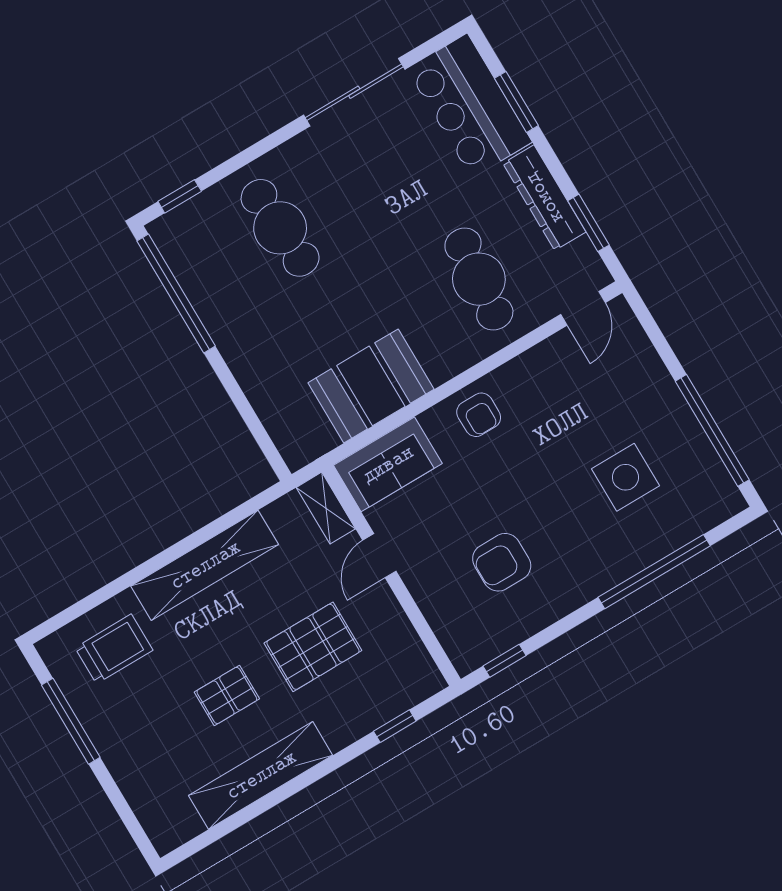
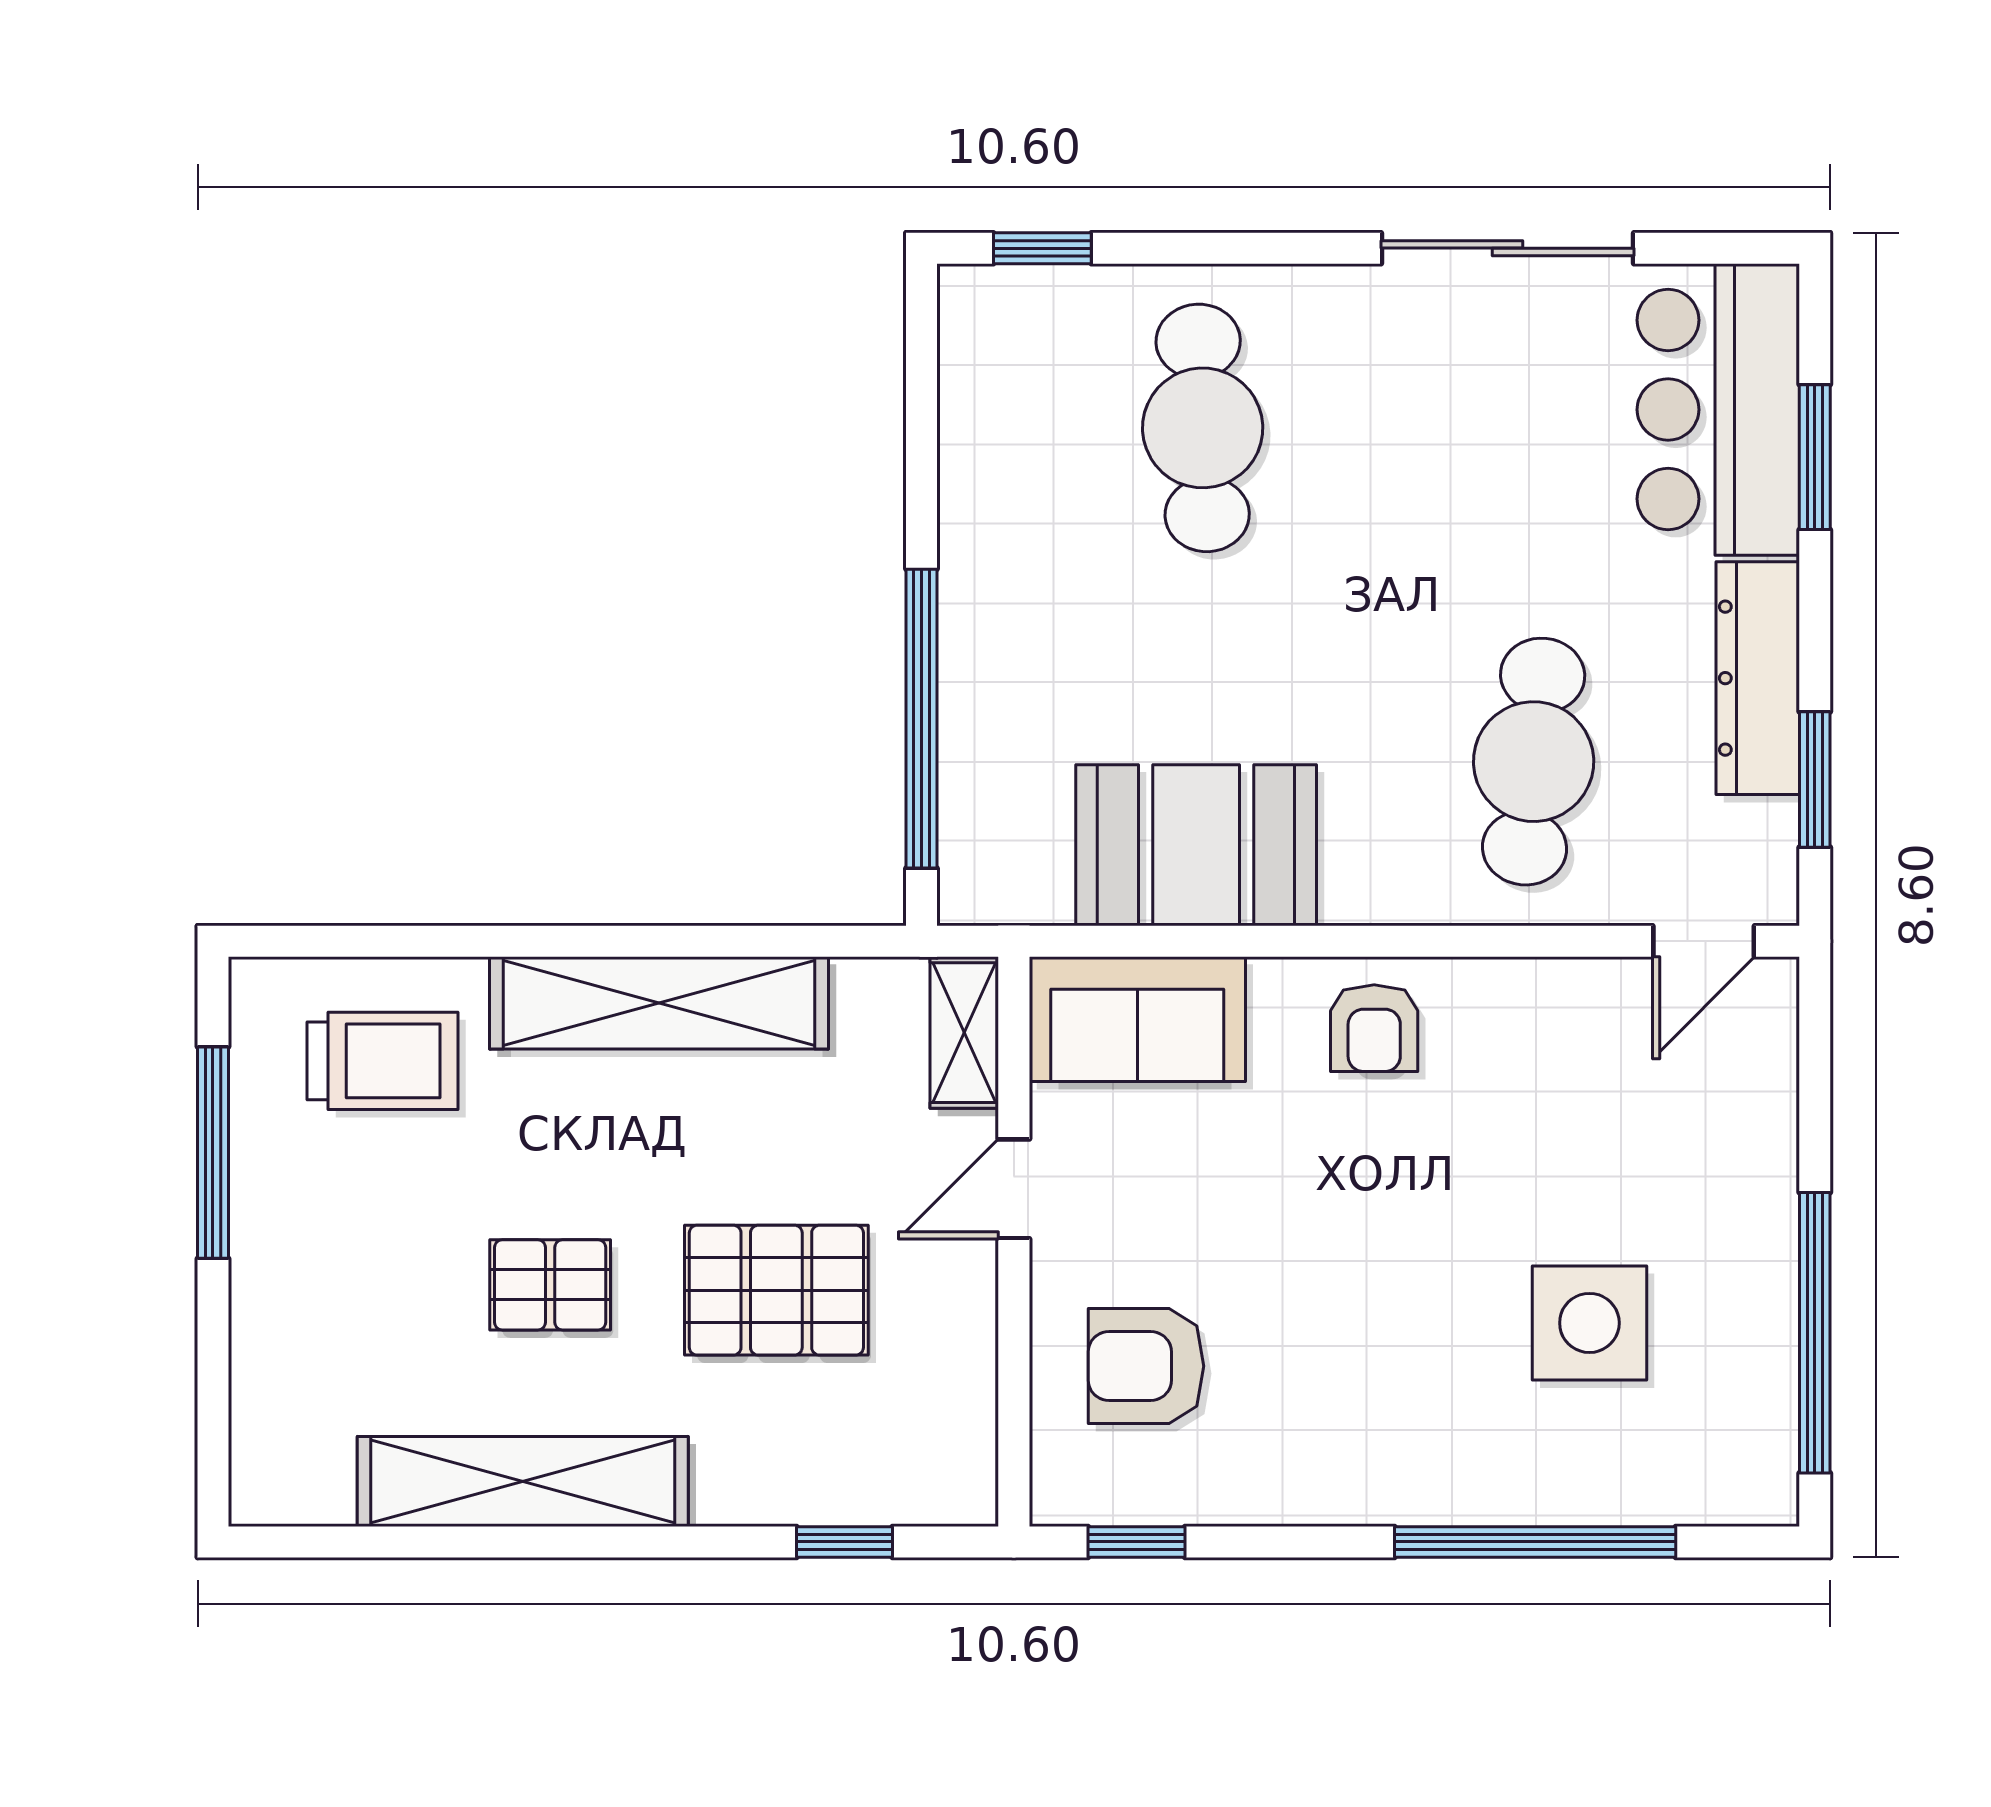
window: (176, 294) -> (921, 719), moved
armchair: (502, 562) -> (1146, 1366), moved

